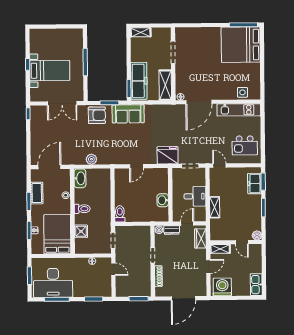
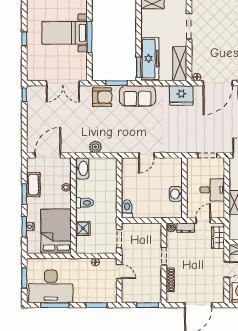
bed with nightstands: (50, 71) -> (65, 33), moved, turned 180
fridge: (168, 155) -> (181, 95), moved, turned 180

